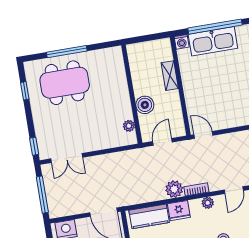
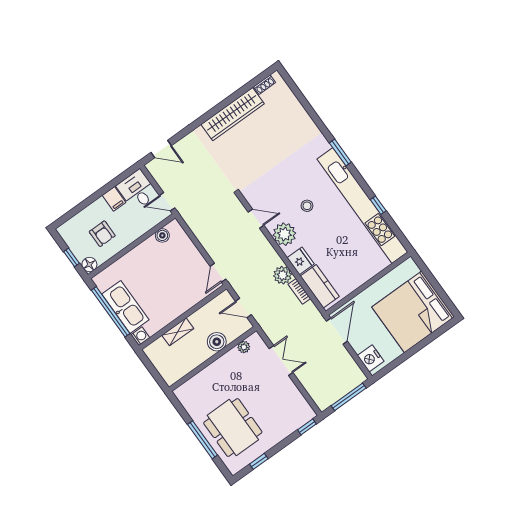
double door: (67, 158) -> (281, 360), moved
bookcase: (196, 189) -> (299, 291), moved
plant: (208, 203) -> (284, 234), width x1.88, depth x1.88

